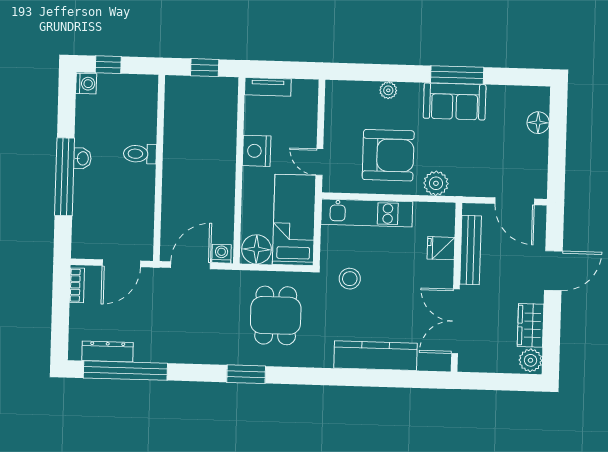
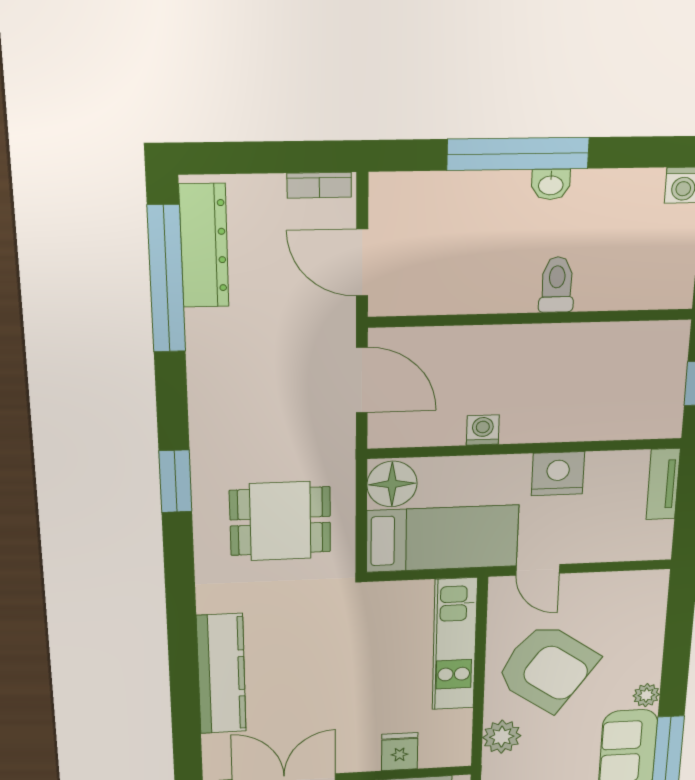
plant: (388, 90) -> (646, 695), moved
armchair: (388, 155) -> (547, 668), turned -55
door: (319, 162) -> (538, 570), swing flipped
washing machine: (221, 254) -> (483, 430), moved, turned -90
stool: (350, 279) -> (347, 628), removed
dresser: (107, 351) -> (204, 246), width x1.37, depth x1.24

